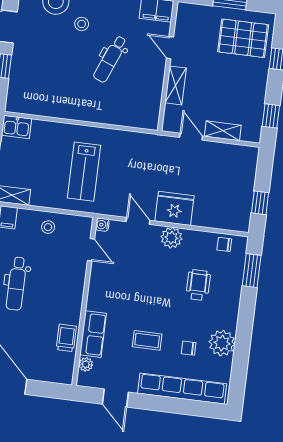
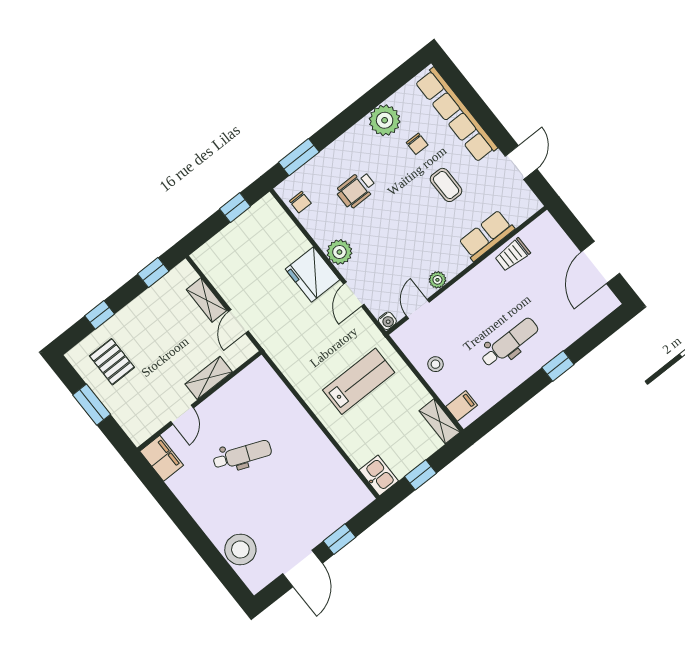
stool: (82, 24) -> (237, 509), removed
pallet: (243, 38) -> (112, 362), width x0.67, depth x0.71
plant: (86, 364) -> (437, 280), moved

